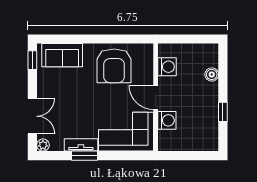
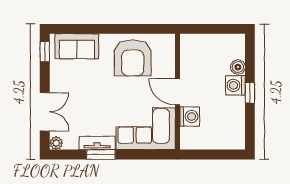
washing machine: (167, 67) -> (235, 85), moved, turned 180
window: (223, 112) -> (250, 93), moved

